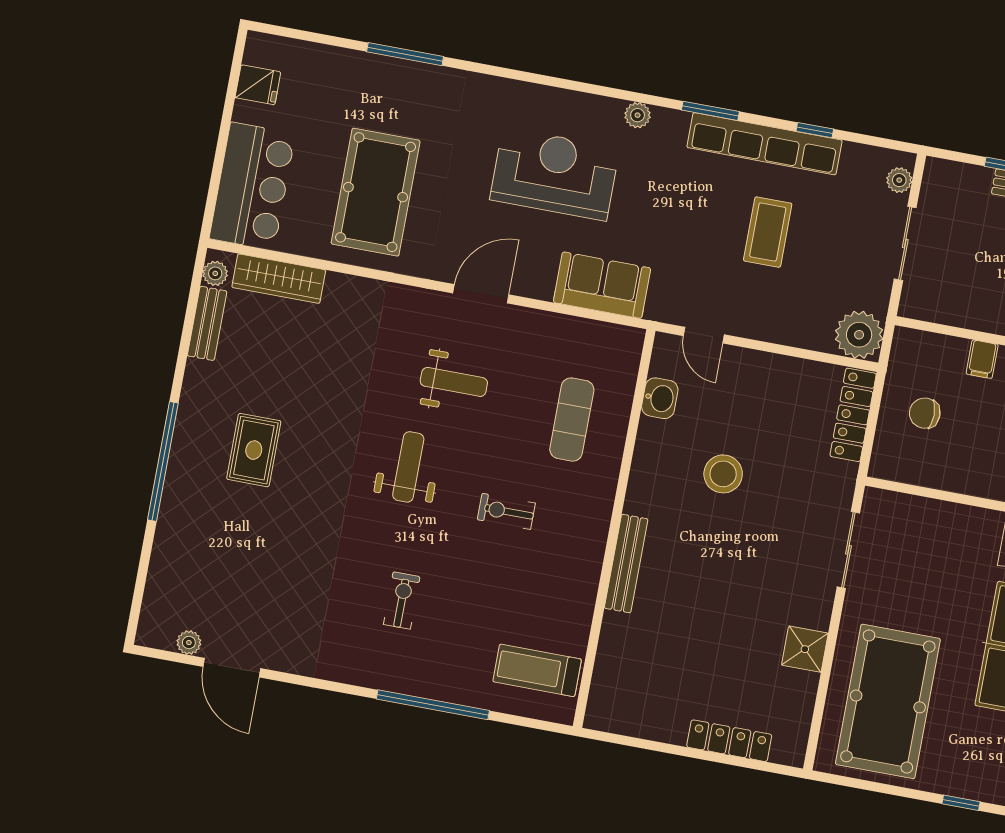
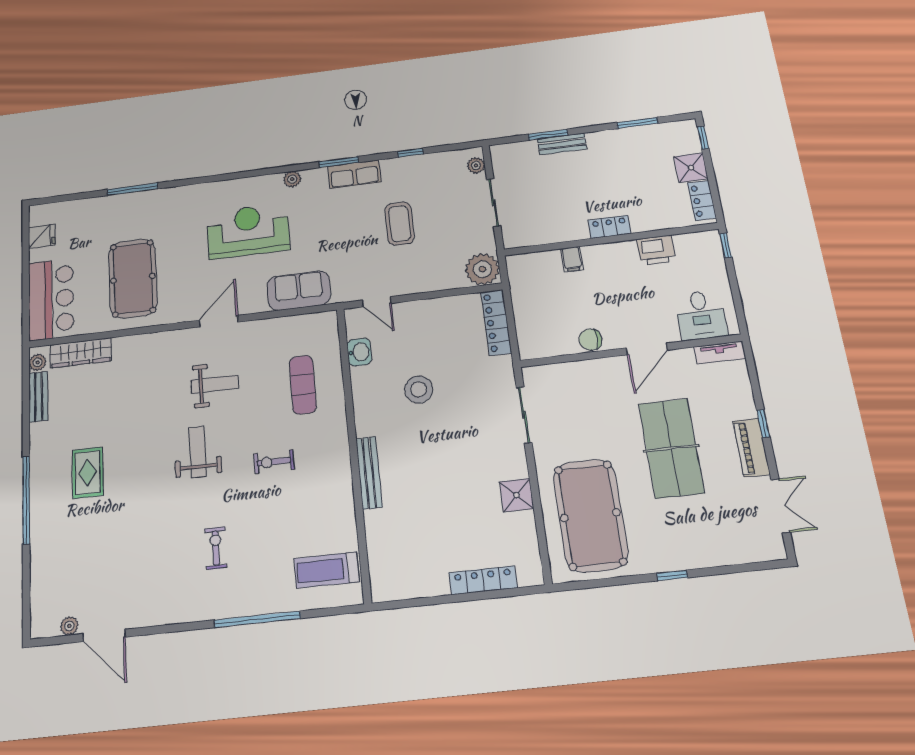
row of seats: (764, 144) -> (354, 174), width x0.50
chair: (925, 413) -> (590, 340), moved

